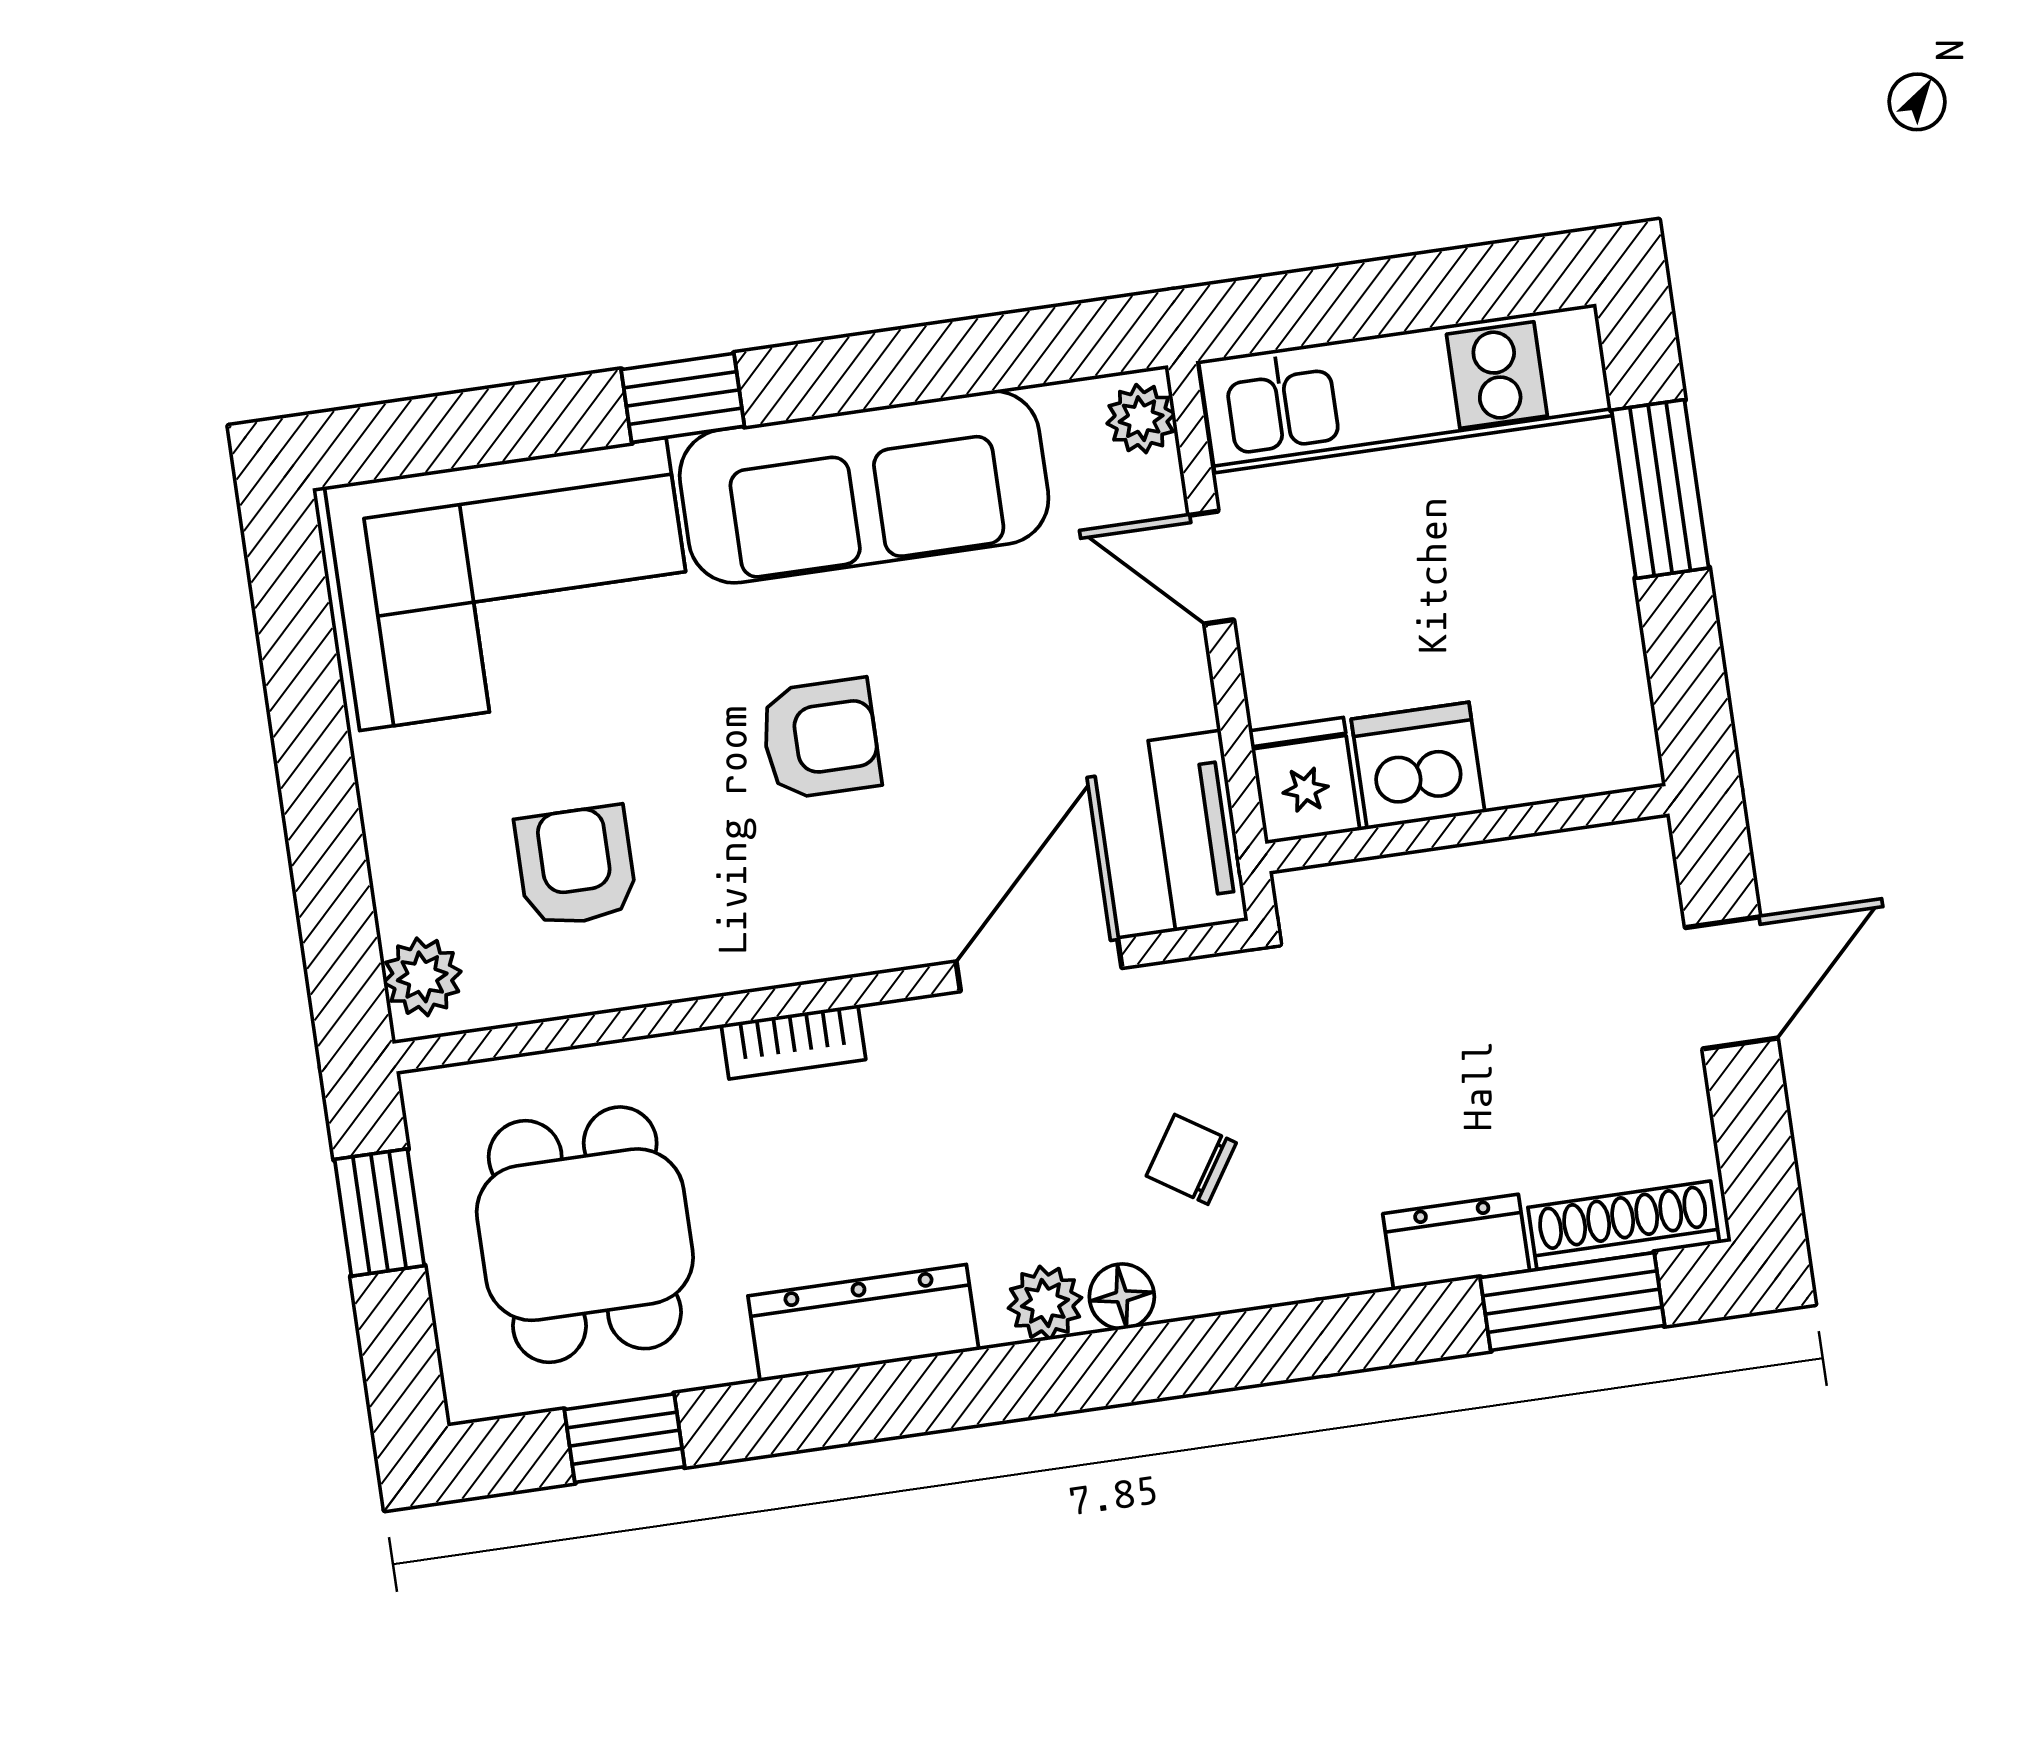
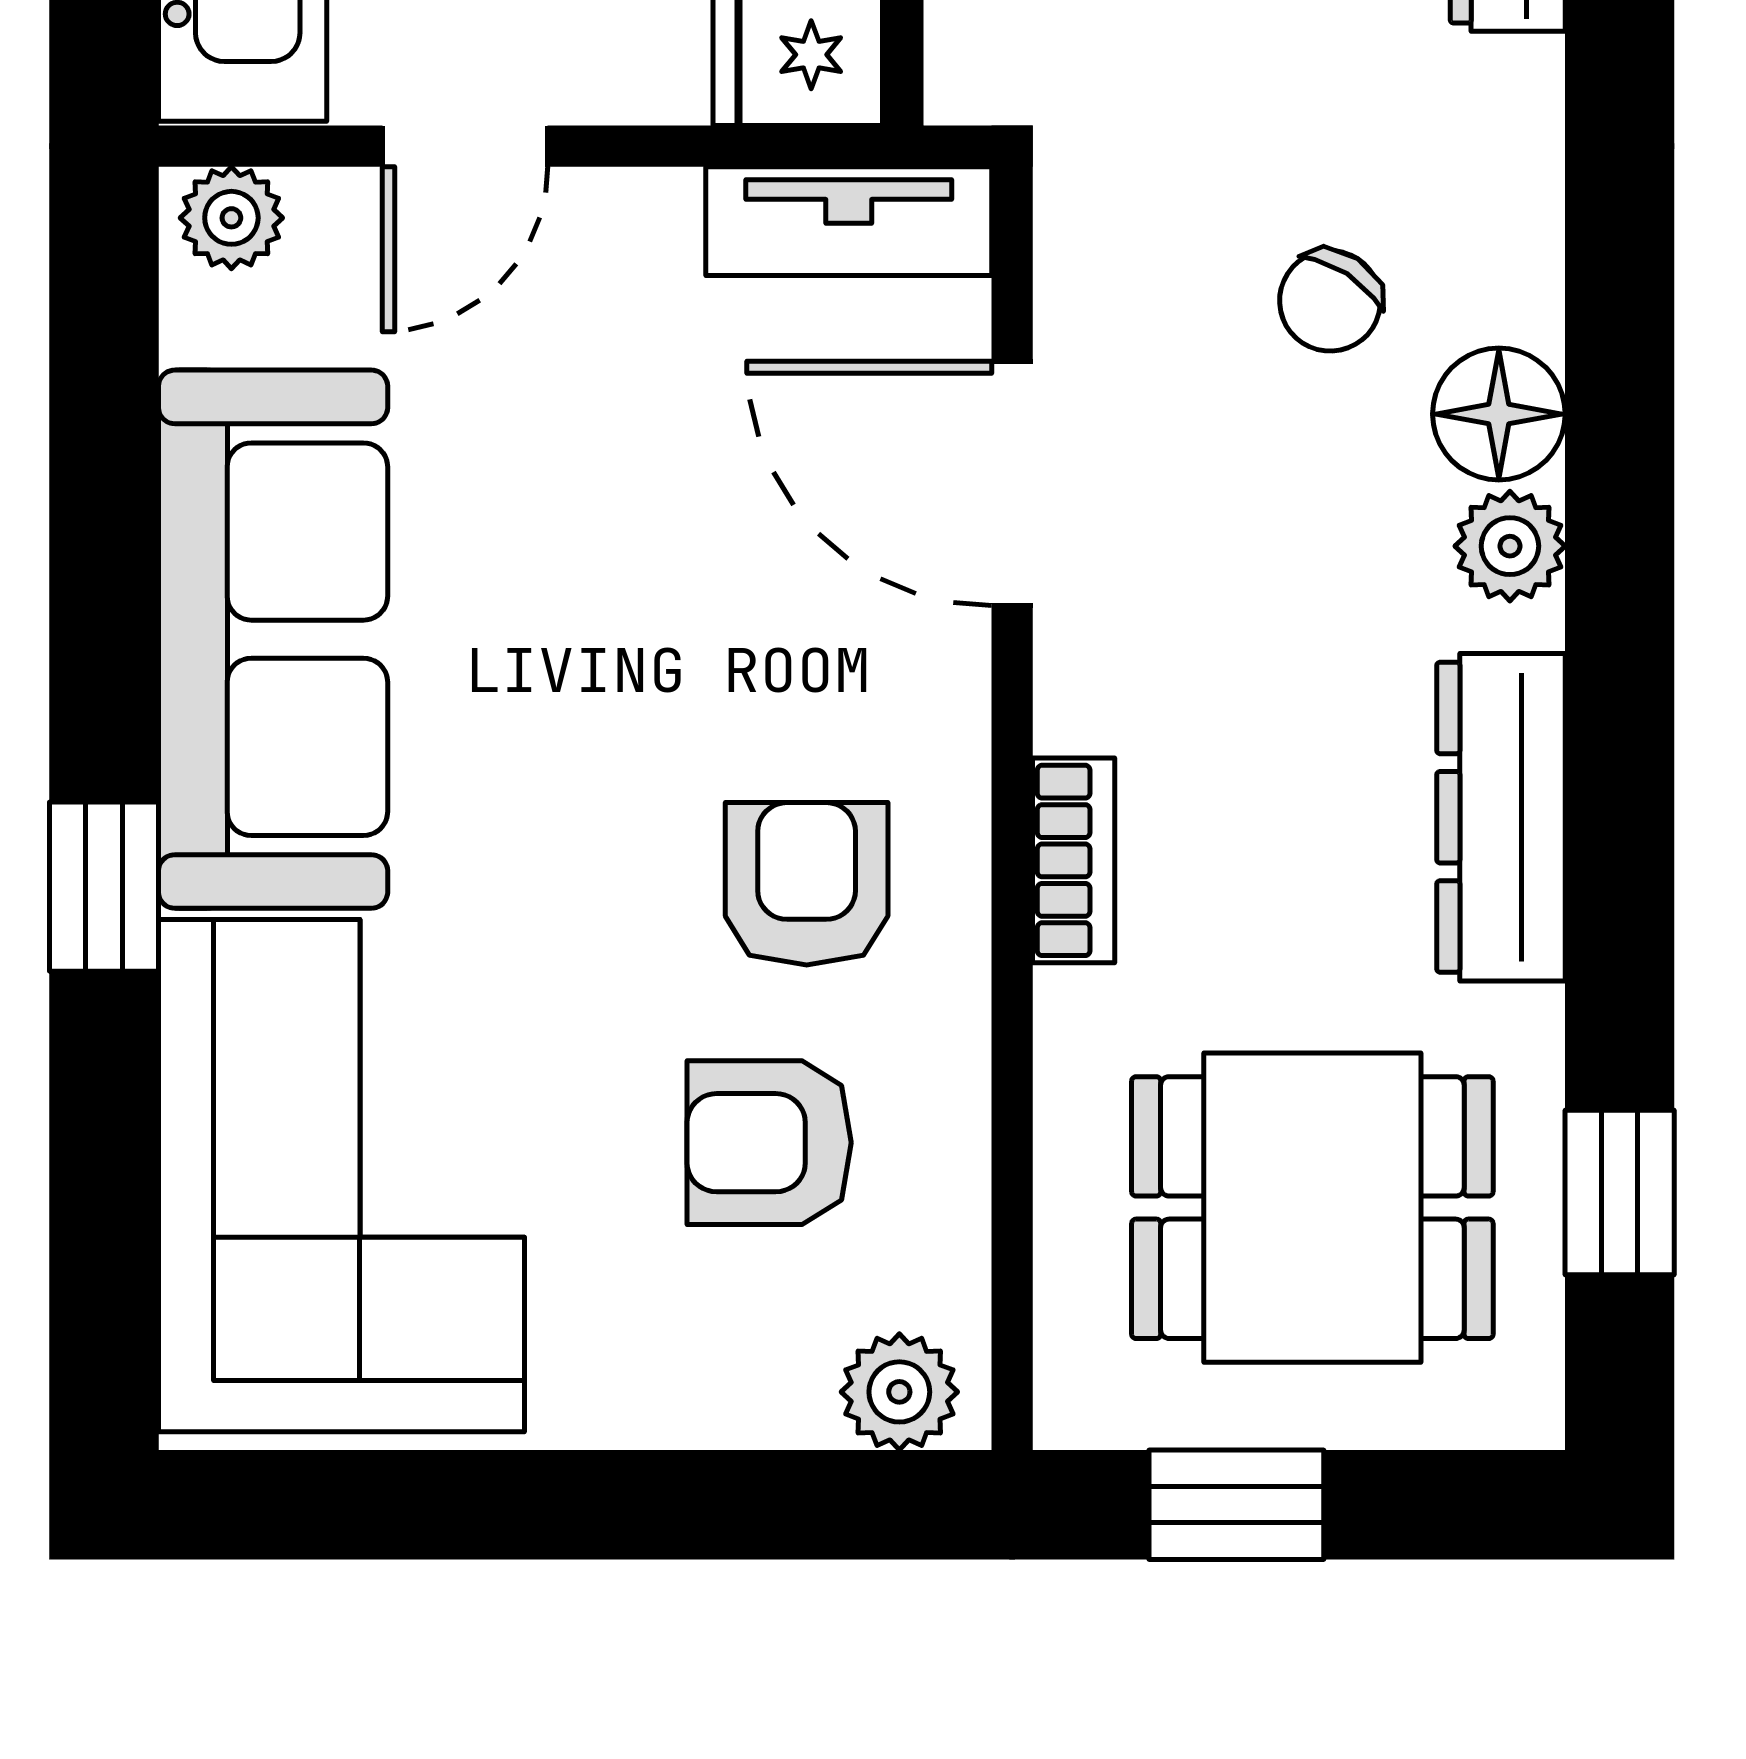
armchair: (820, 739) -> (807, 884), moved
floor lamp: (1122, 1296) -> (1499, 414), width x1.37, depth x1.37

